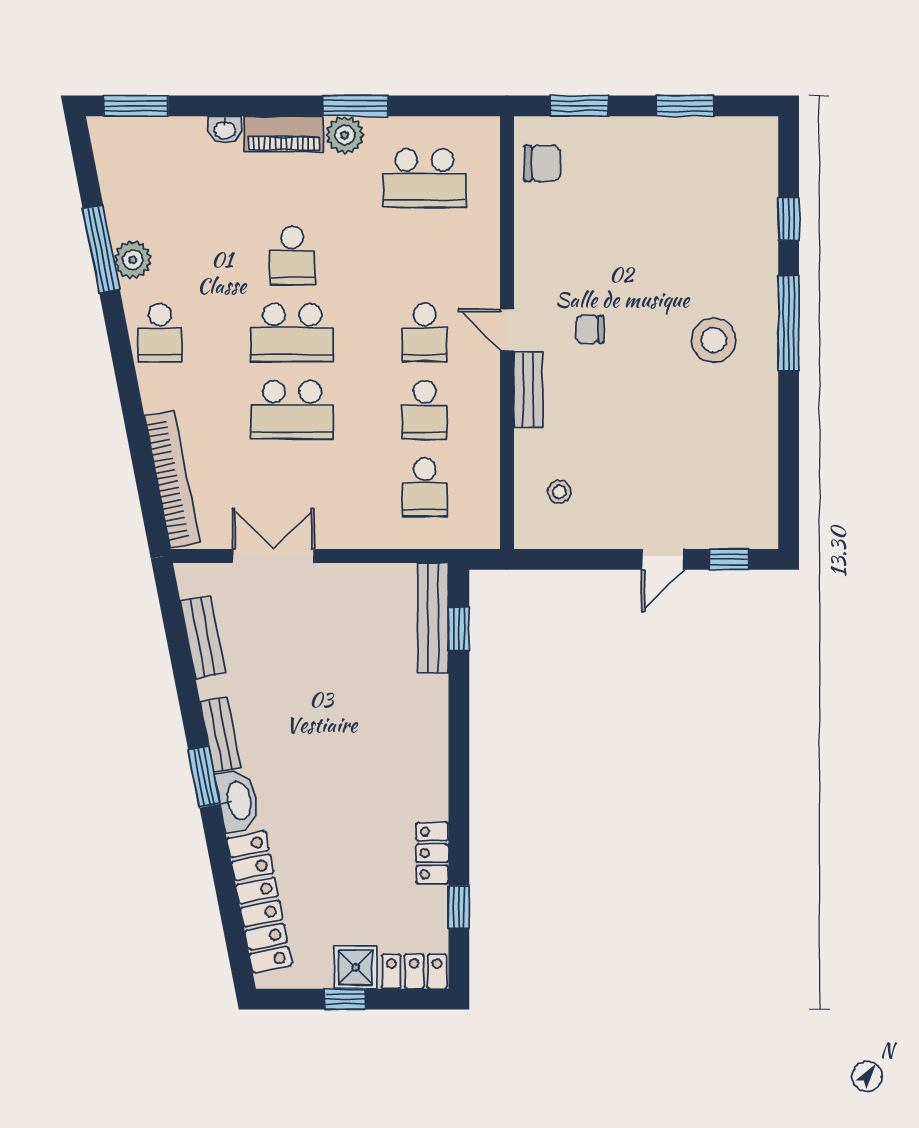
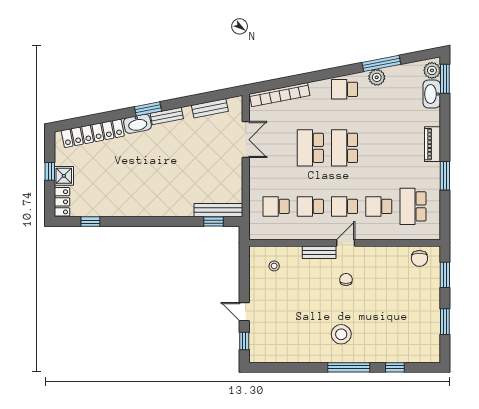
washbasin: (225, 130) -> (432, 94), moved, width x1.91, depth x1.45
plant: (345, 135) -> (432, 70), moved
school desk: (292, 255) -> (379, 206), moved
locker: (432, 853) -> (114, 210), removed

